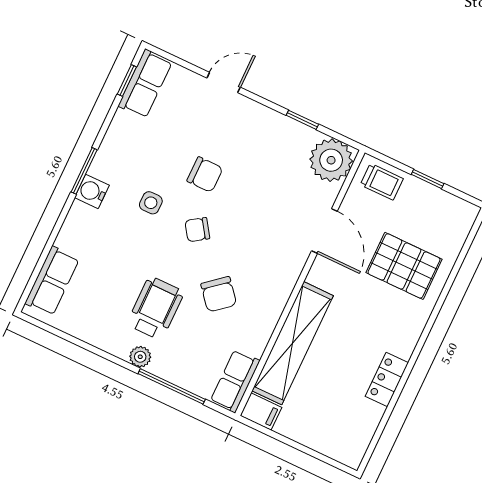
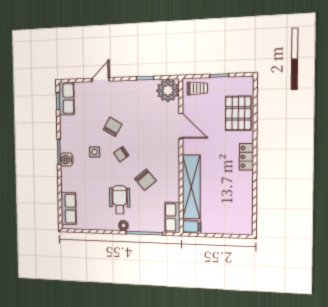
chair: (205, 175) -> (113, 127), turned -60
pallet: (404, 266) -> (238, 113), moved, turned 90
locker: (387, 380) -> (246, 157), moved

